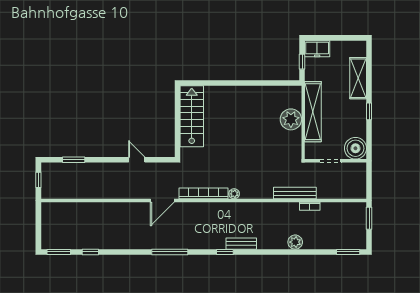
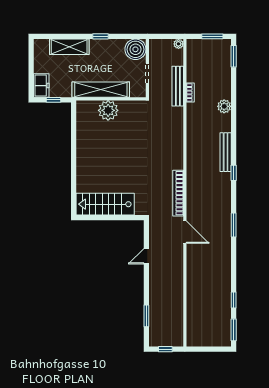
bench: (295, 193) -> (178, 86), moved
plant: (234, 194) -> (178, 44), moved
window: (369, 218) -> (212, 36), moved
bench: (241, 244) -> (226, 152), width x1.36
window: (170, 252) -> (234, 225), width x0.69

